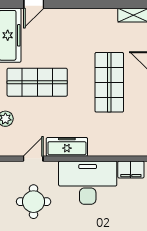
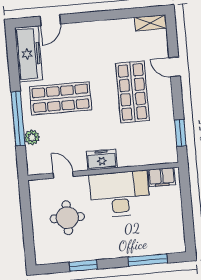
freezer: (67, 147) -> (102, 160), width x0.71
door: (33, 159) -> (63, 175), hinge flipped

